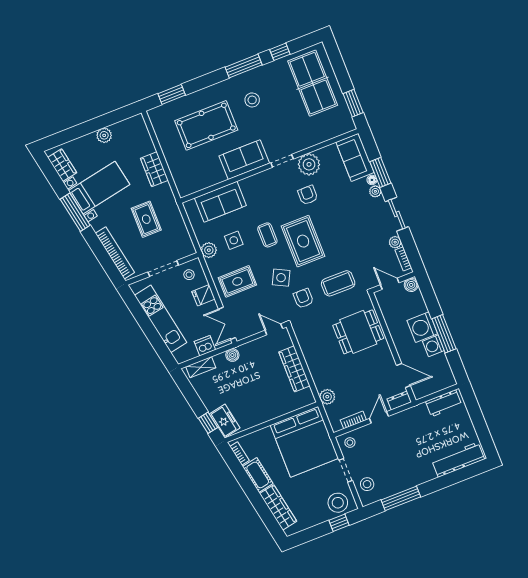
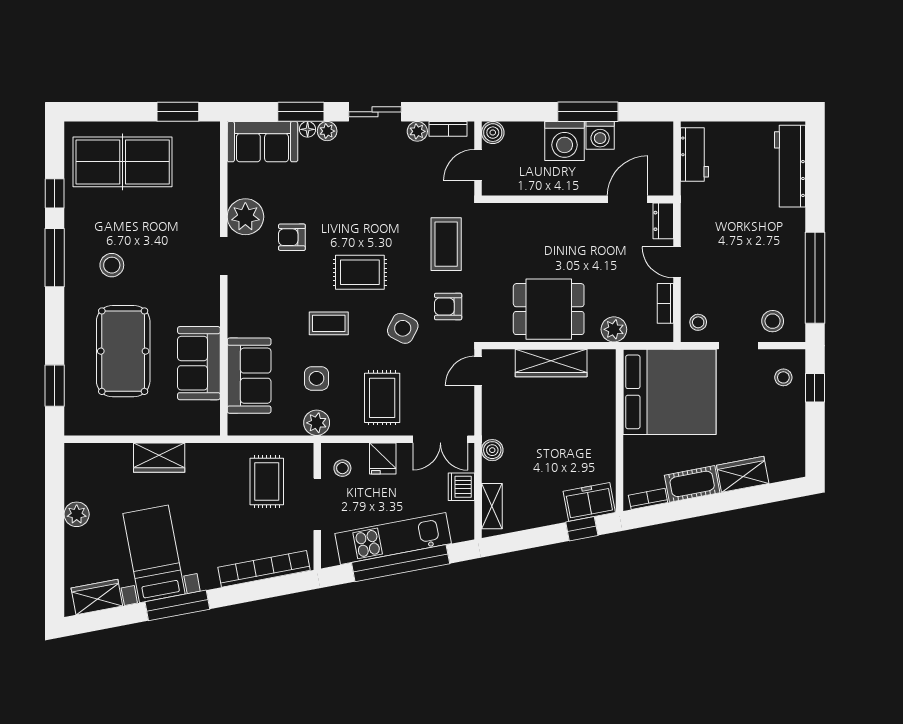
sofa: (244, 160) -> (199, 363), moved
rug: (146, 219) -> (267, 482), moved, turned 90
rug: (303, 241) -> (360, 272), width x0.73, depth x0.70
window: (148, 328) -> (401, 563), added
dining table: (358, 332) -> (549, 309), moved, turned 90
window: (401, 498) -> (815, 278), width x1.46
stool: (338, 503) -> (783, 377), width x0.53, depth x0.53
wardrobe: (278, 507) -> (743, 474), width x0.67

